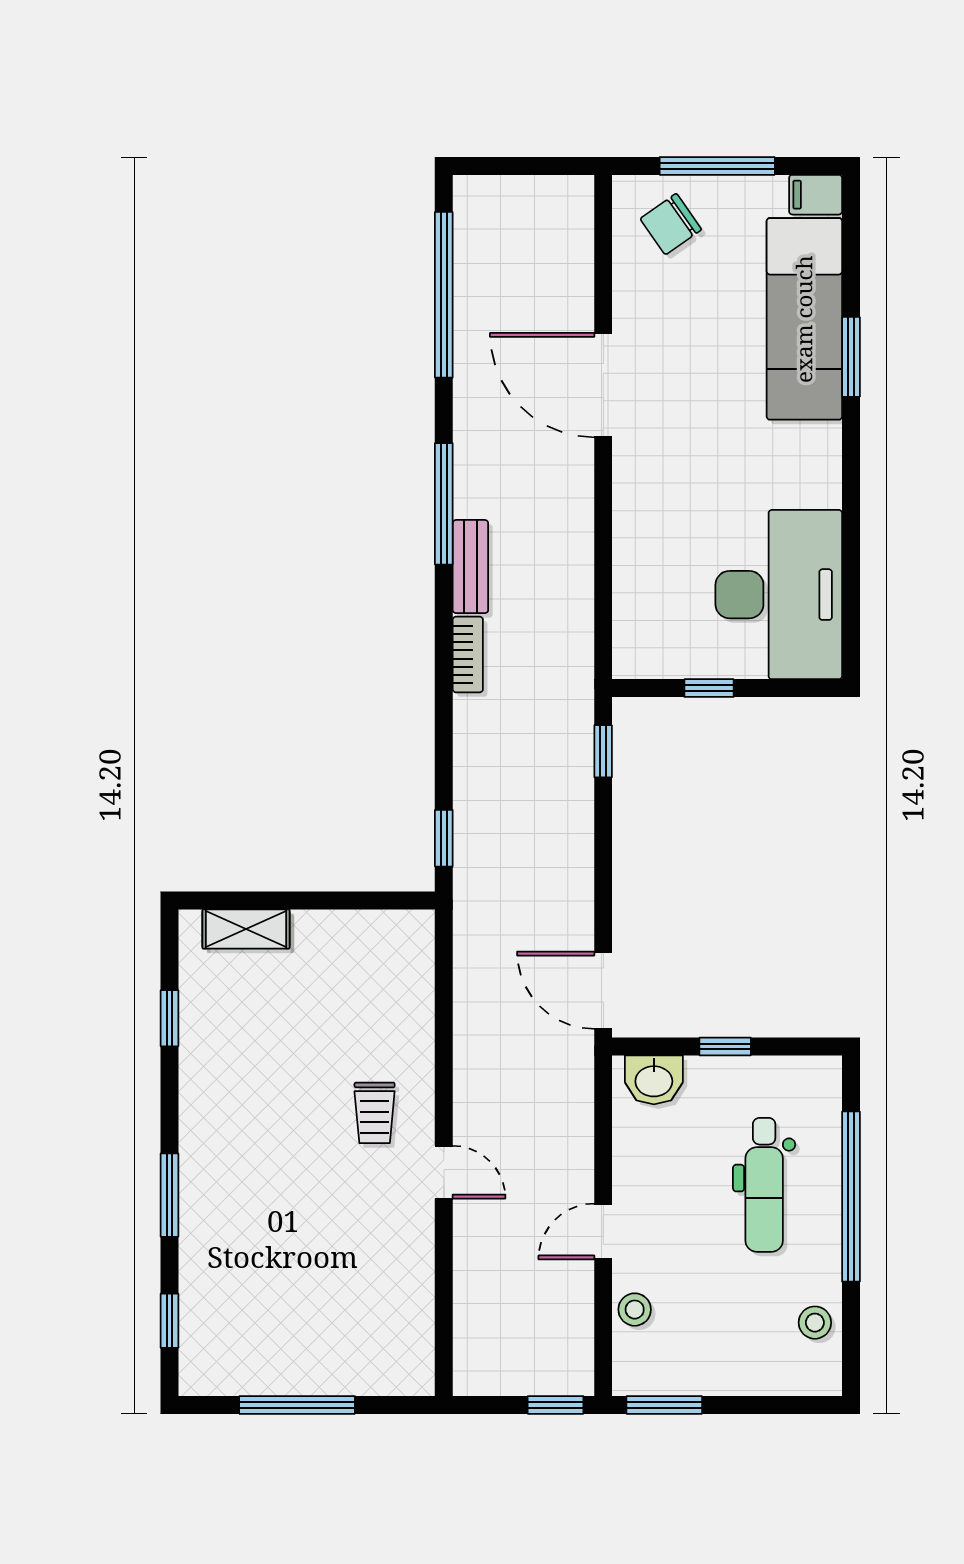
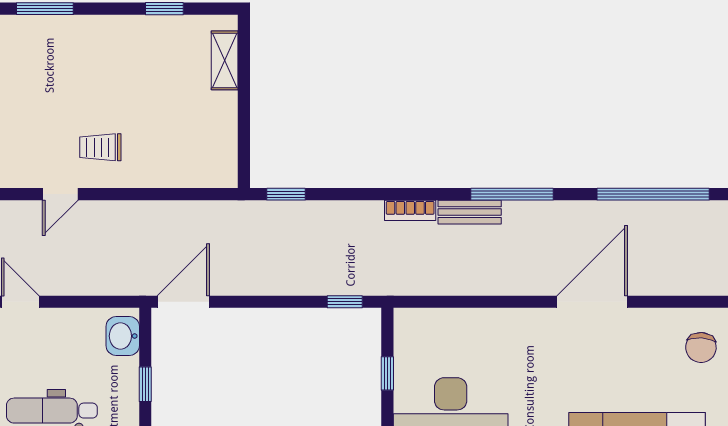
chair: (671, 224) -> (701, 347), turned -141

